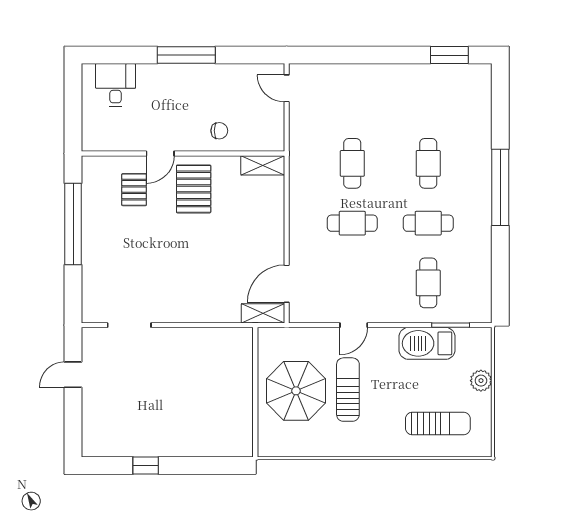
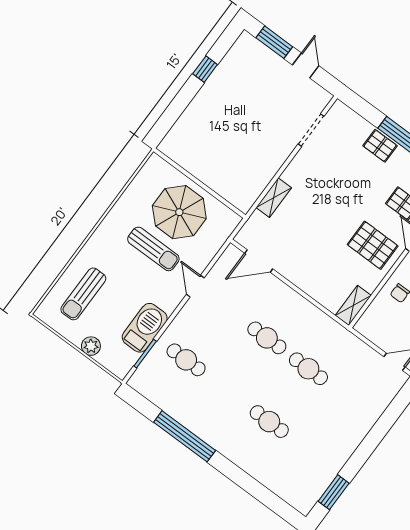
window: (500, 187) -> (185, 436), moved
cafe table: (352, 223) -> (267, 338), turned 90
cafe table: (428, 223) -> (228, 391), removed
pallet: (96, 251) -> (380, 146), added
door: (287, 284) -> (259, 261), swing flipped
shelving: (263, 313) -> (274, 198), moved
window: (73, 420) -> (274, 42), added

